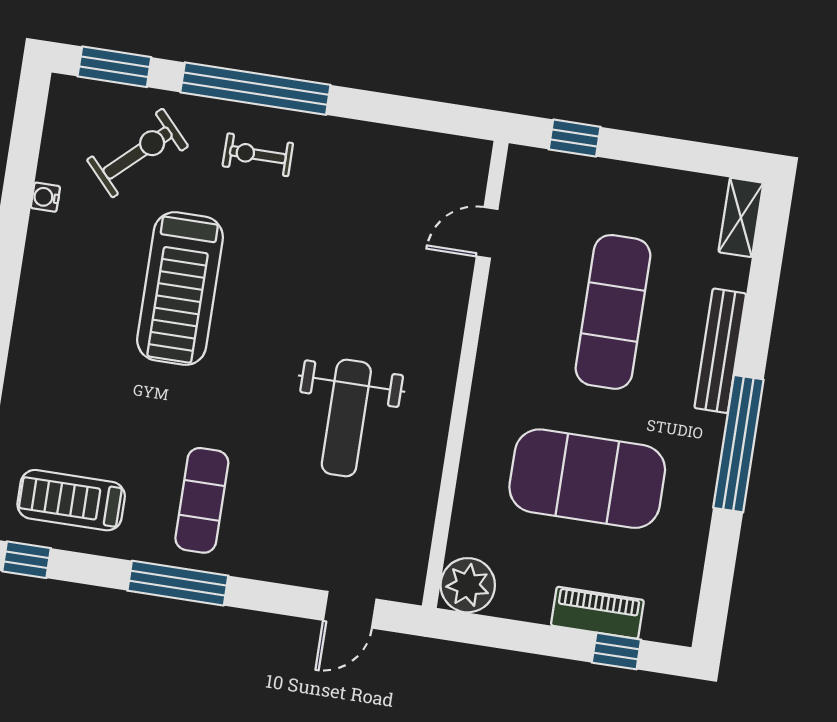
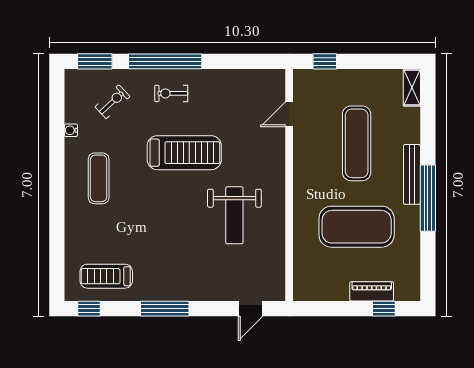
exercise bike: (138, 153) -> (112, 102), width x0.73, depth x0.72
treadmill: (180, 289) -> (184, 153), moved, turned -90
bench: (720, 351) -> (412, 174), moved
exercise mat: (202, 500) -> (99, 178), moved
plant: (468, 585) -> (306, 288), removed

